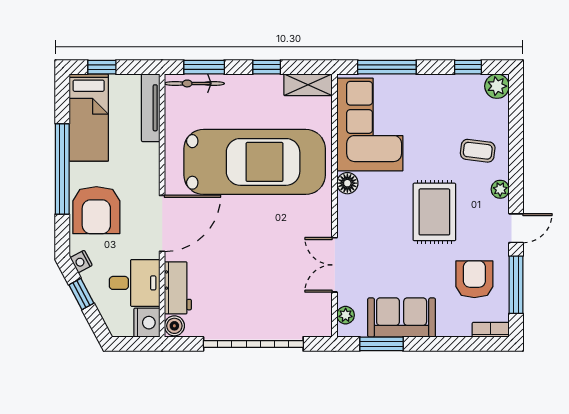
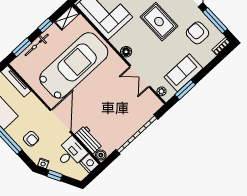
bicycle: (194, 83) -> (37, 45), moved
floor lamp: (347, 183) -> (126, 52), moved
armchair: (96, 210) -> (31, 139), width x0.53, depth x0.53

